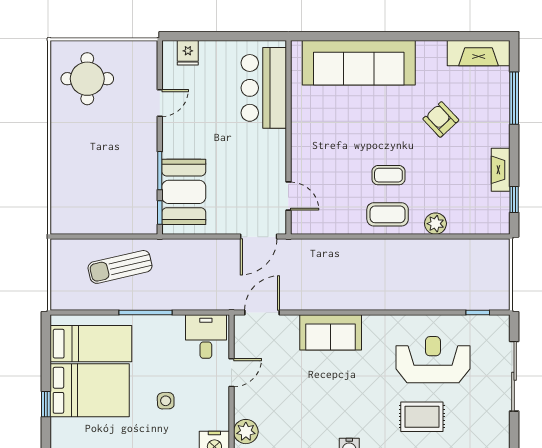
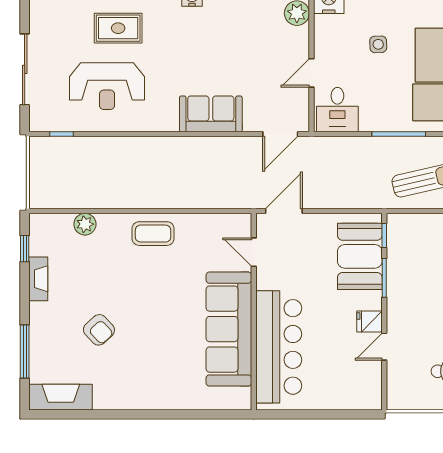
fridge: (188, 53) -> (369, 322), moved, turned -90
sofa: (359, 63) -> (229, 329), moved, turned -90
bar counter: (264, 88) -> (279, 347), width x1.36
coffee table: (388, 175) -> (152, 273), removed
plant: (435, 224) -> (85, 224), moved

